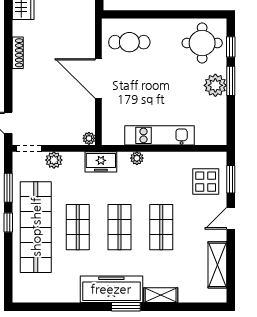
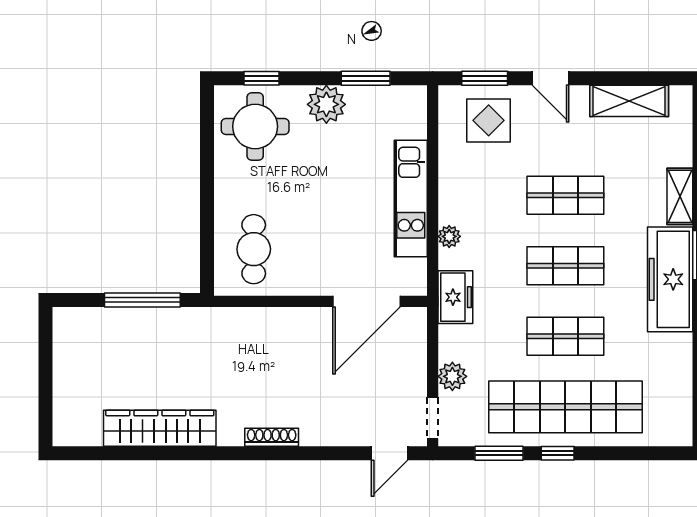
door: (98, 79) -> (366, 301), moved
window: (231, 81) -> (366, 78), moved
plant: (89, 138) -> (416, 317), removed

